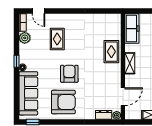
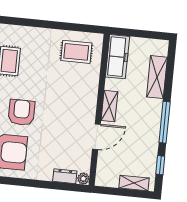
rug: (111, 52) -> (76, 52), moved, turned 90
door: (123, 97) -> (96, 137), moved

